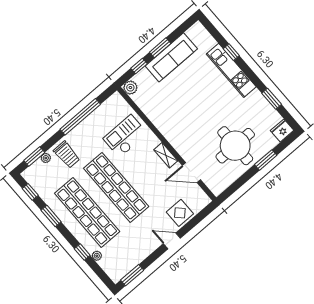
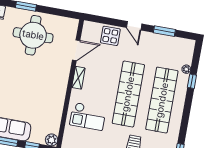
door: (191, 173) -> (76, 50), hinge flipped
window: (51, 216) -> (184, 123), removed
window: (132, 275) -> (164, 31), moved

